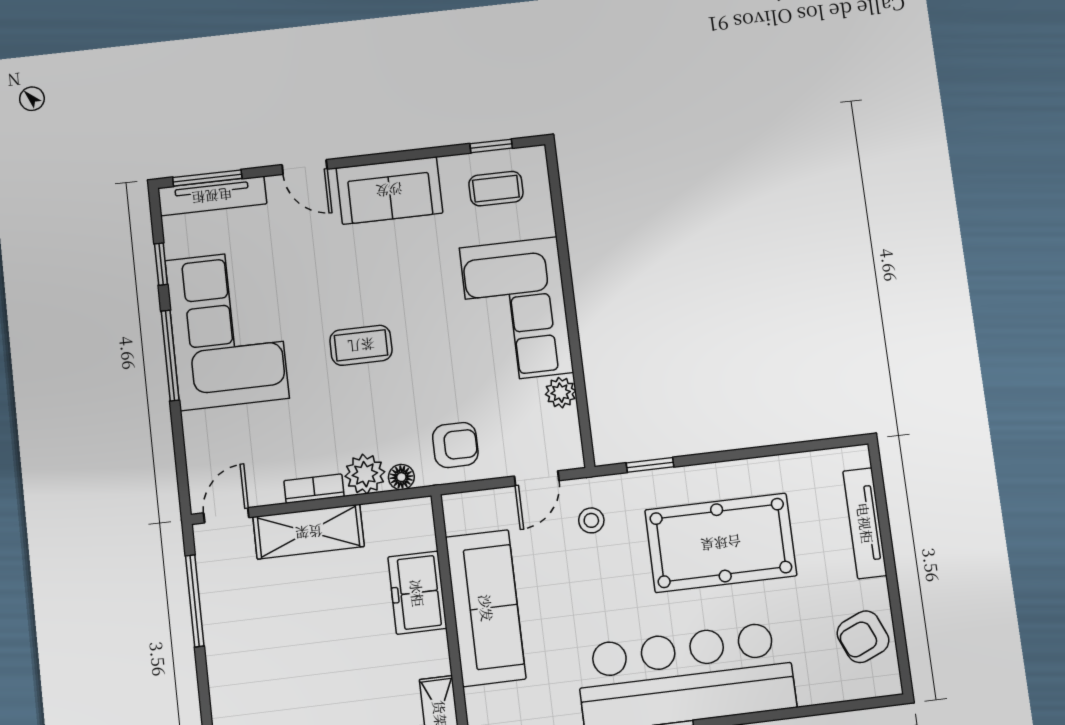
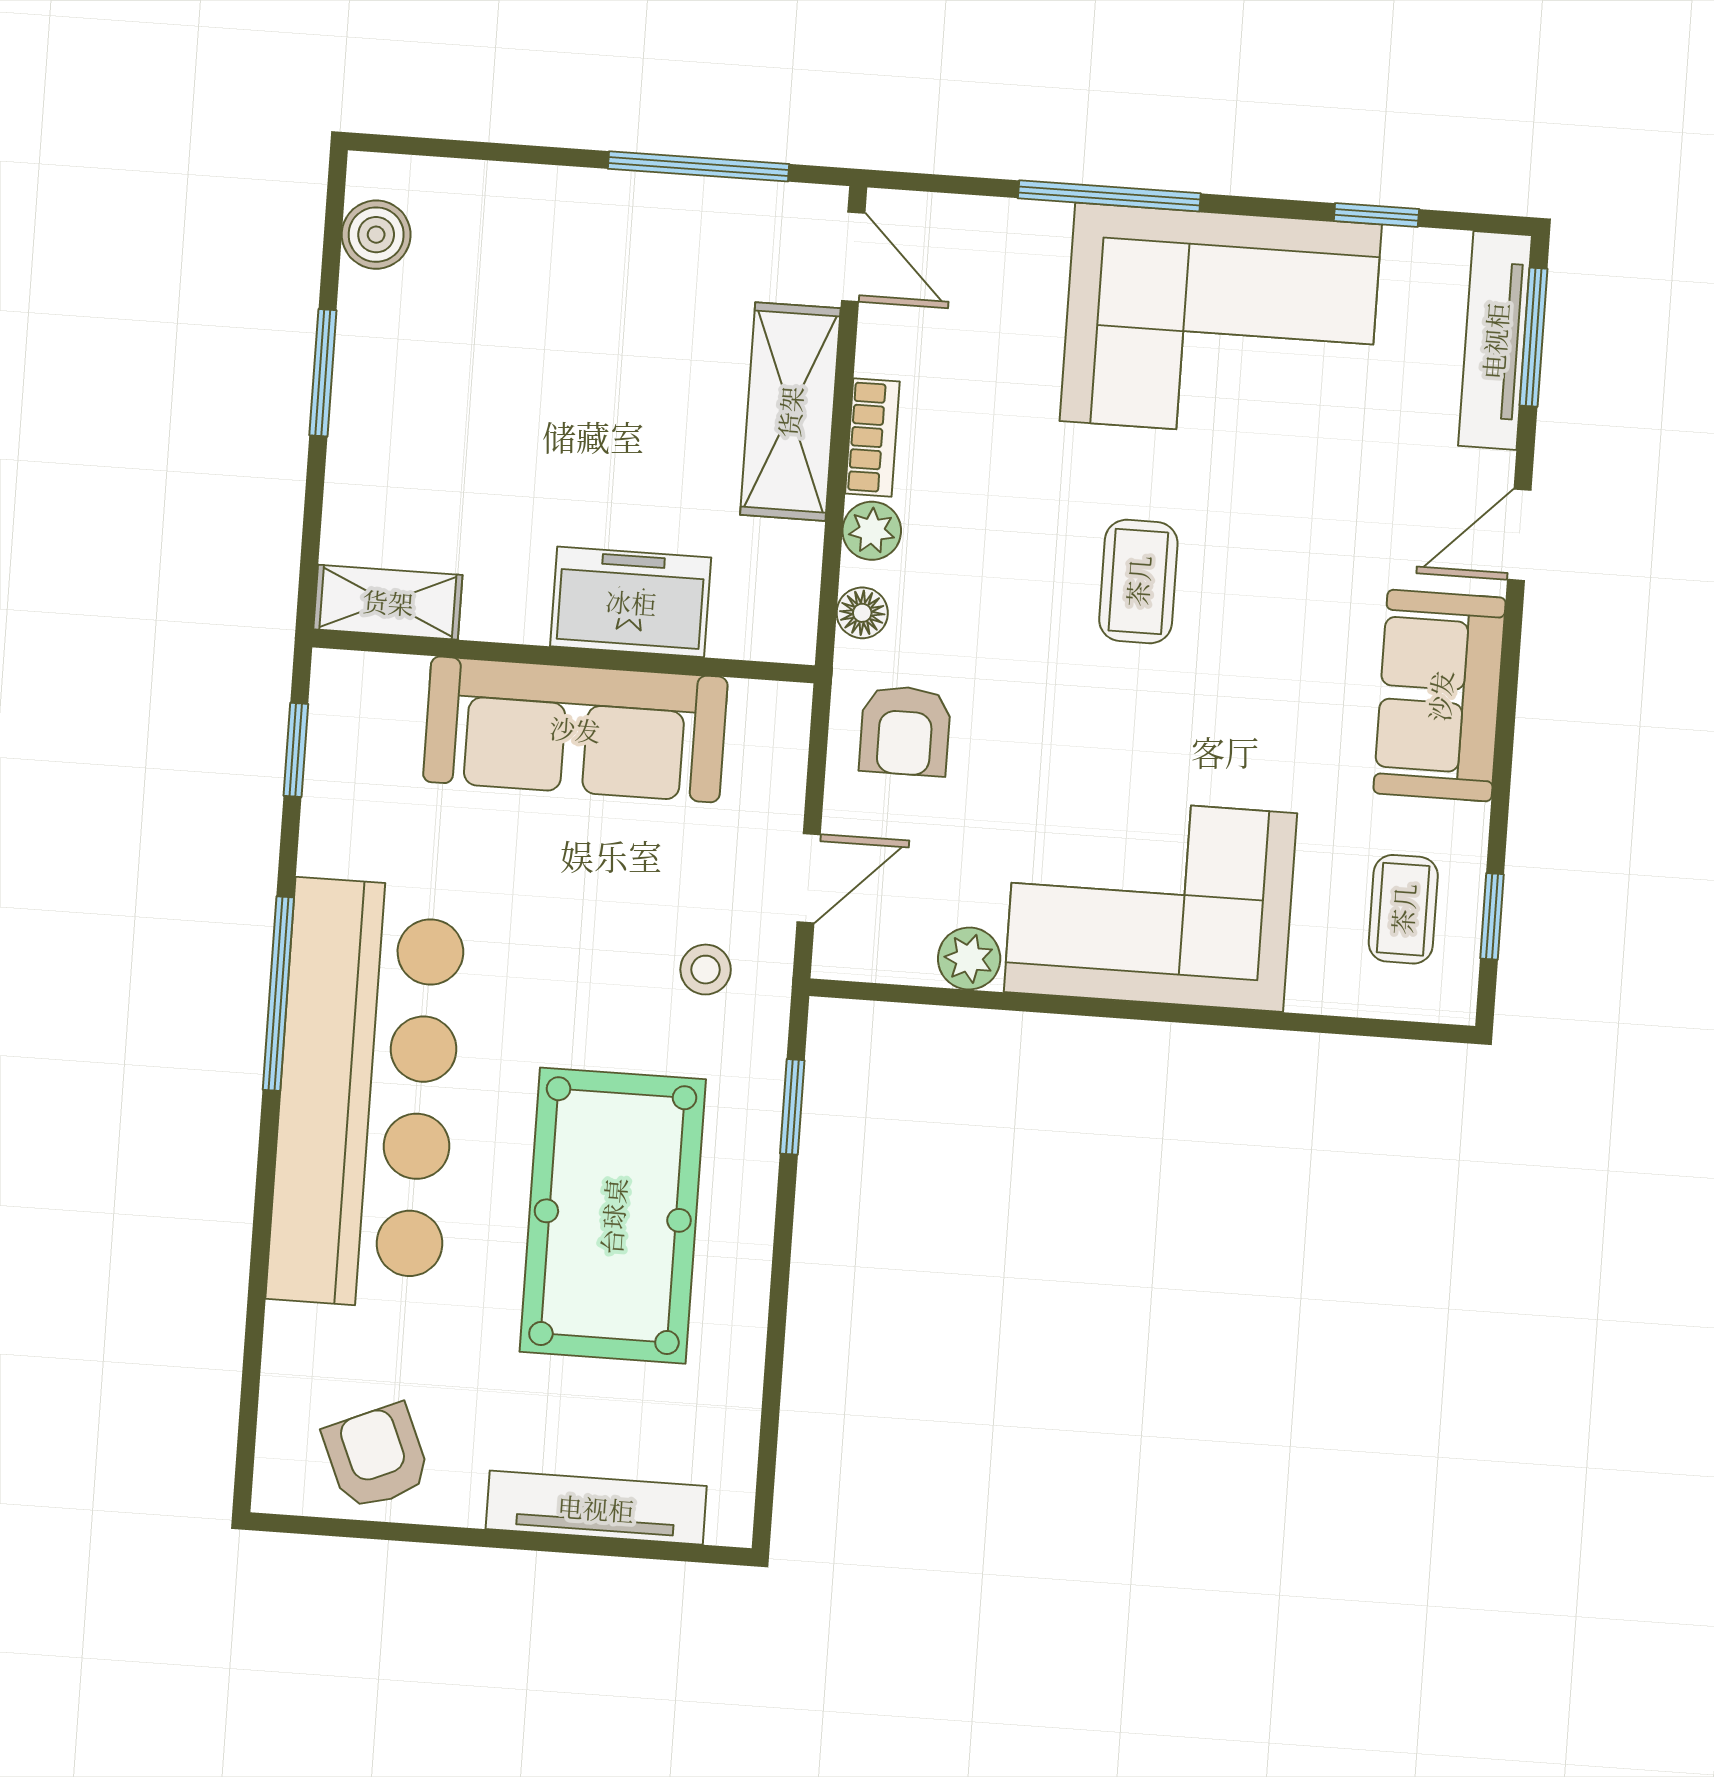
window: (170, 356) -> (1109, 196), moved
plant: (365, 474) -> (872, 531), width x0.73, depth x0.73
door: (537, 478) -> (809, 878), swing flipped

